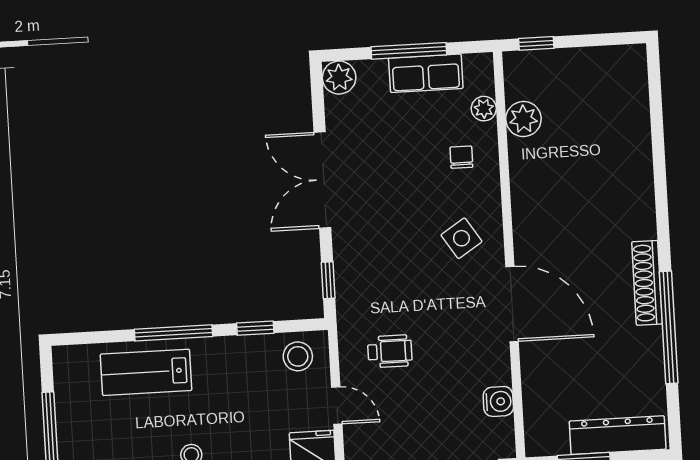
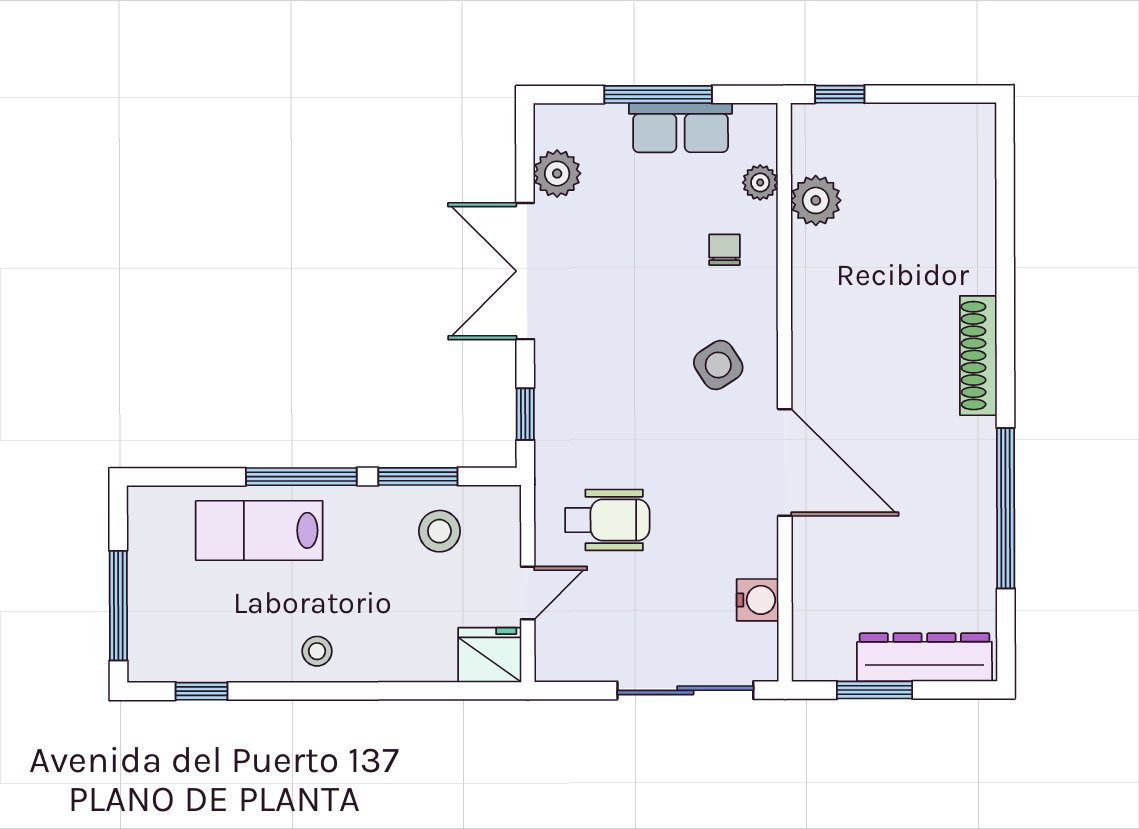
plant: (339, 78) -> (557, 174), moved
shoe rack: (647, 283) -> (978, 356), moved
window: (255, 328) -> (418, 476), width x1.50
wheelchair: (390, 351) -> (607, 520), width x1.36, depth x1.37
stool: (298, 356) -> (439, 531), moved
door: (337, 406) -> (528, 593), hinge flipped

